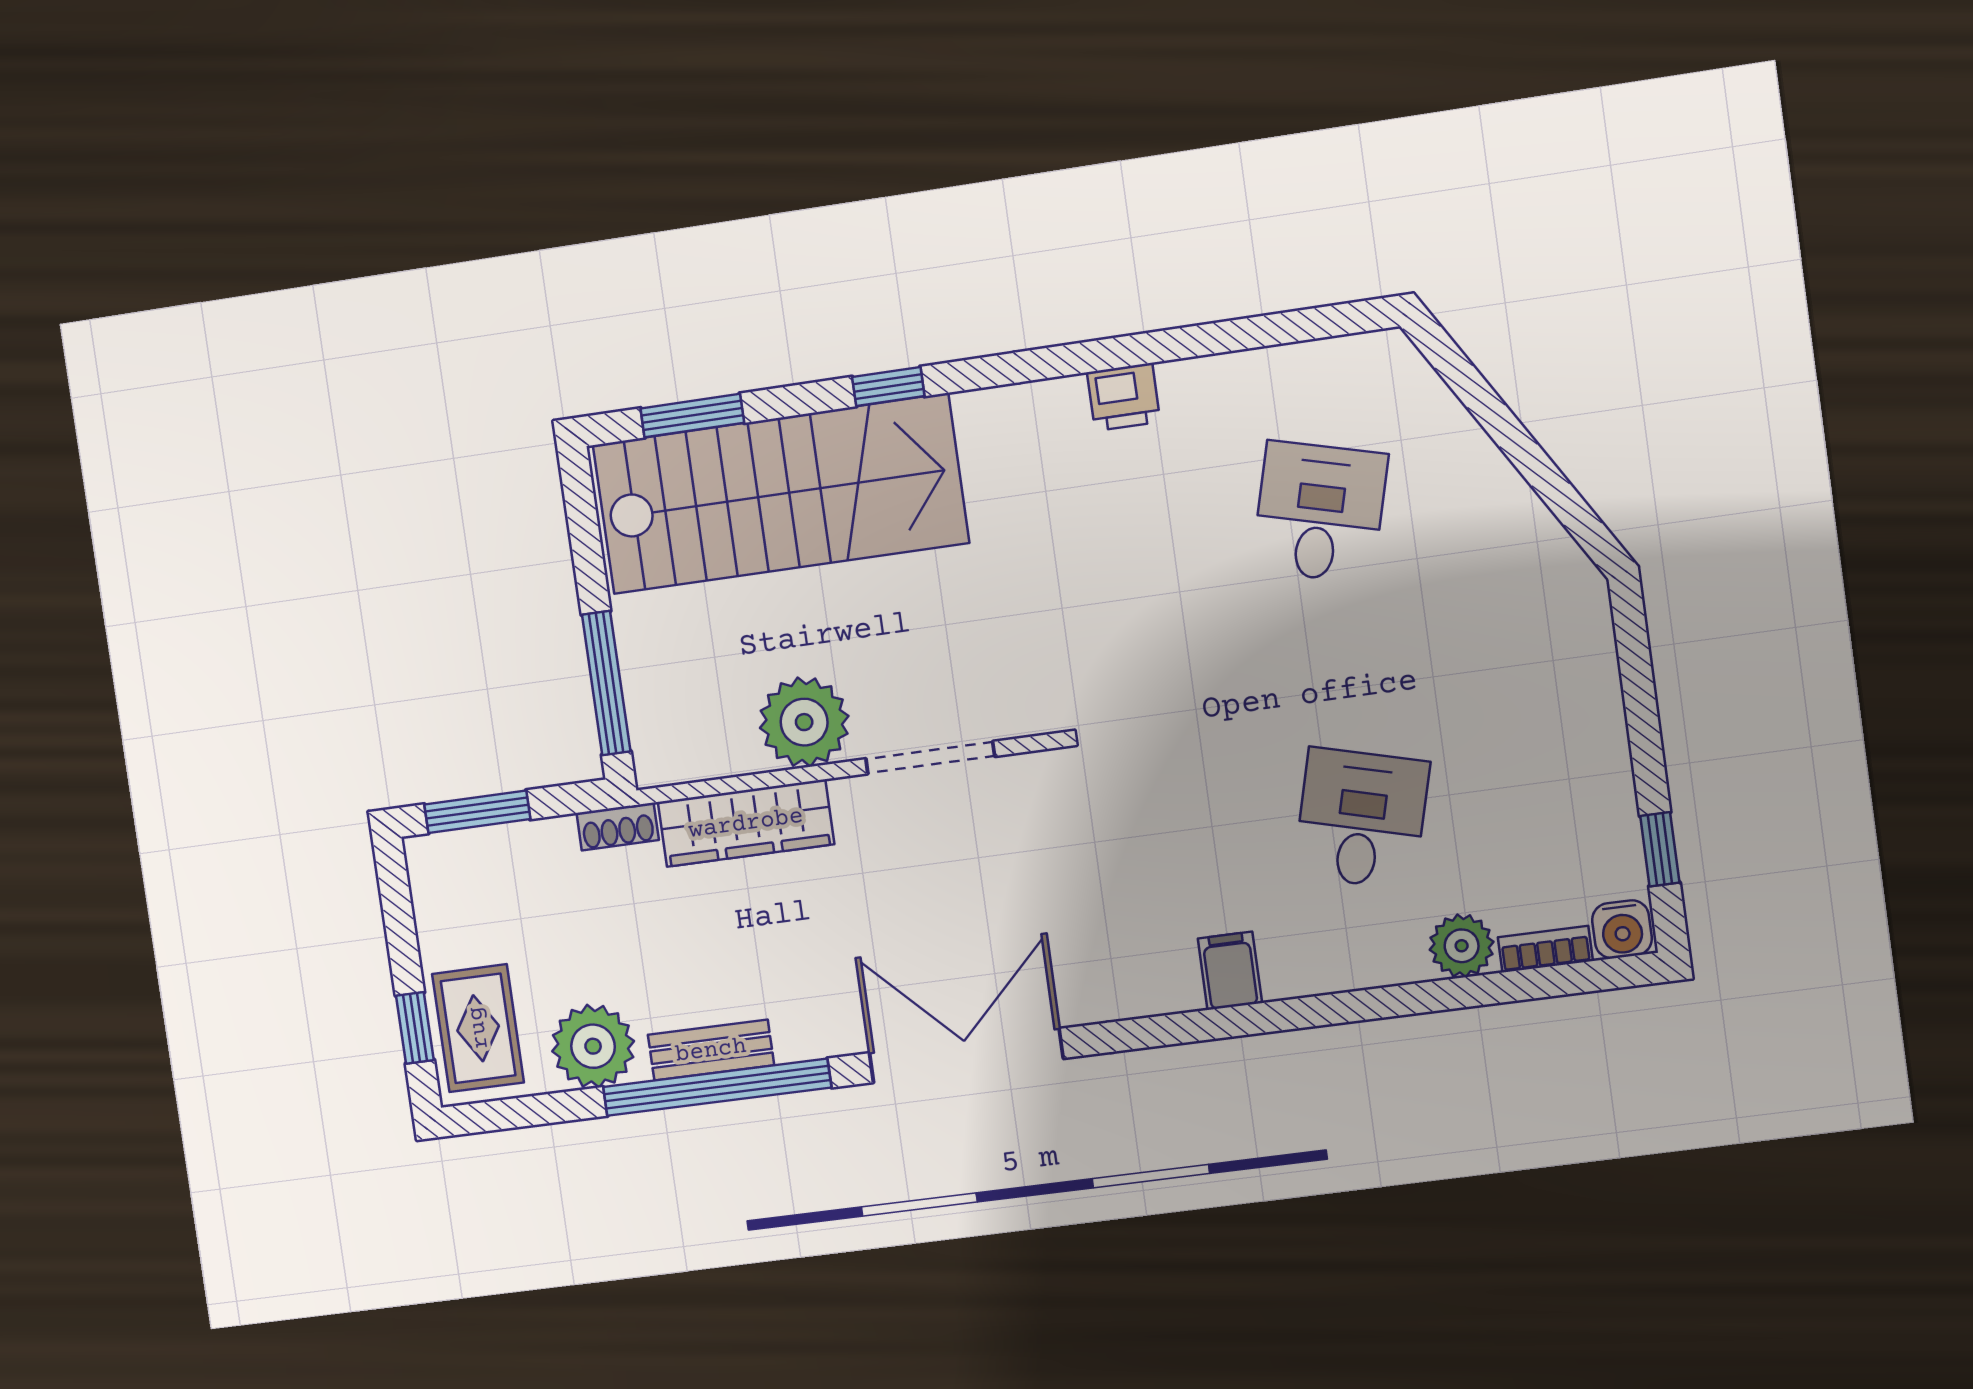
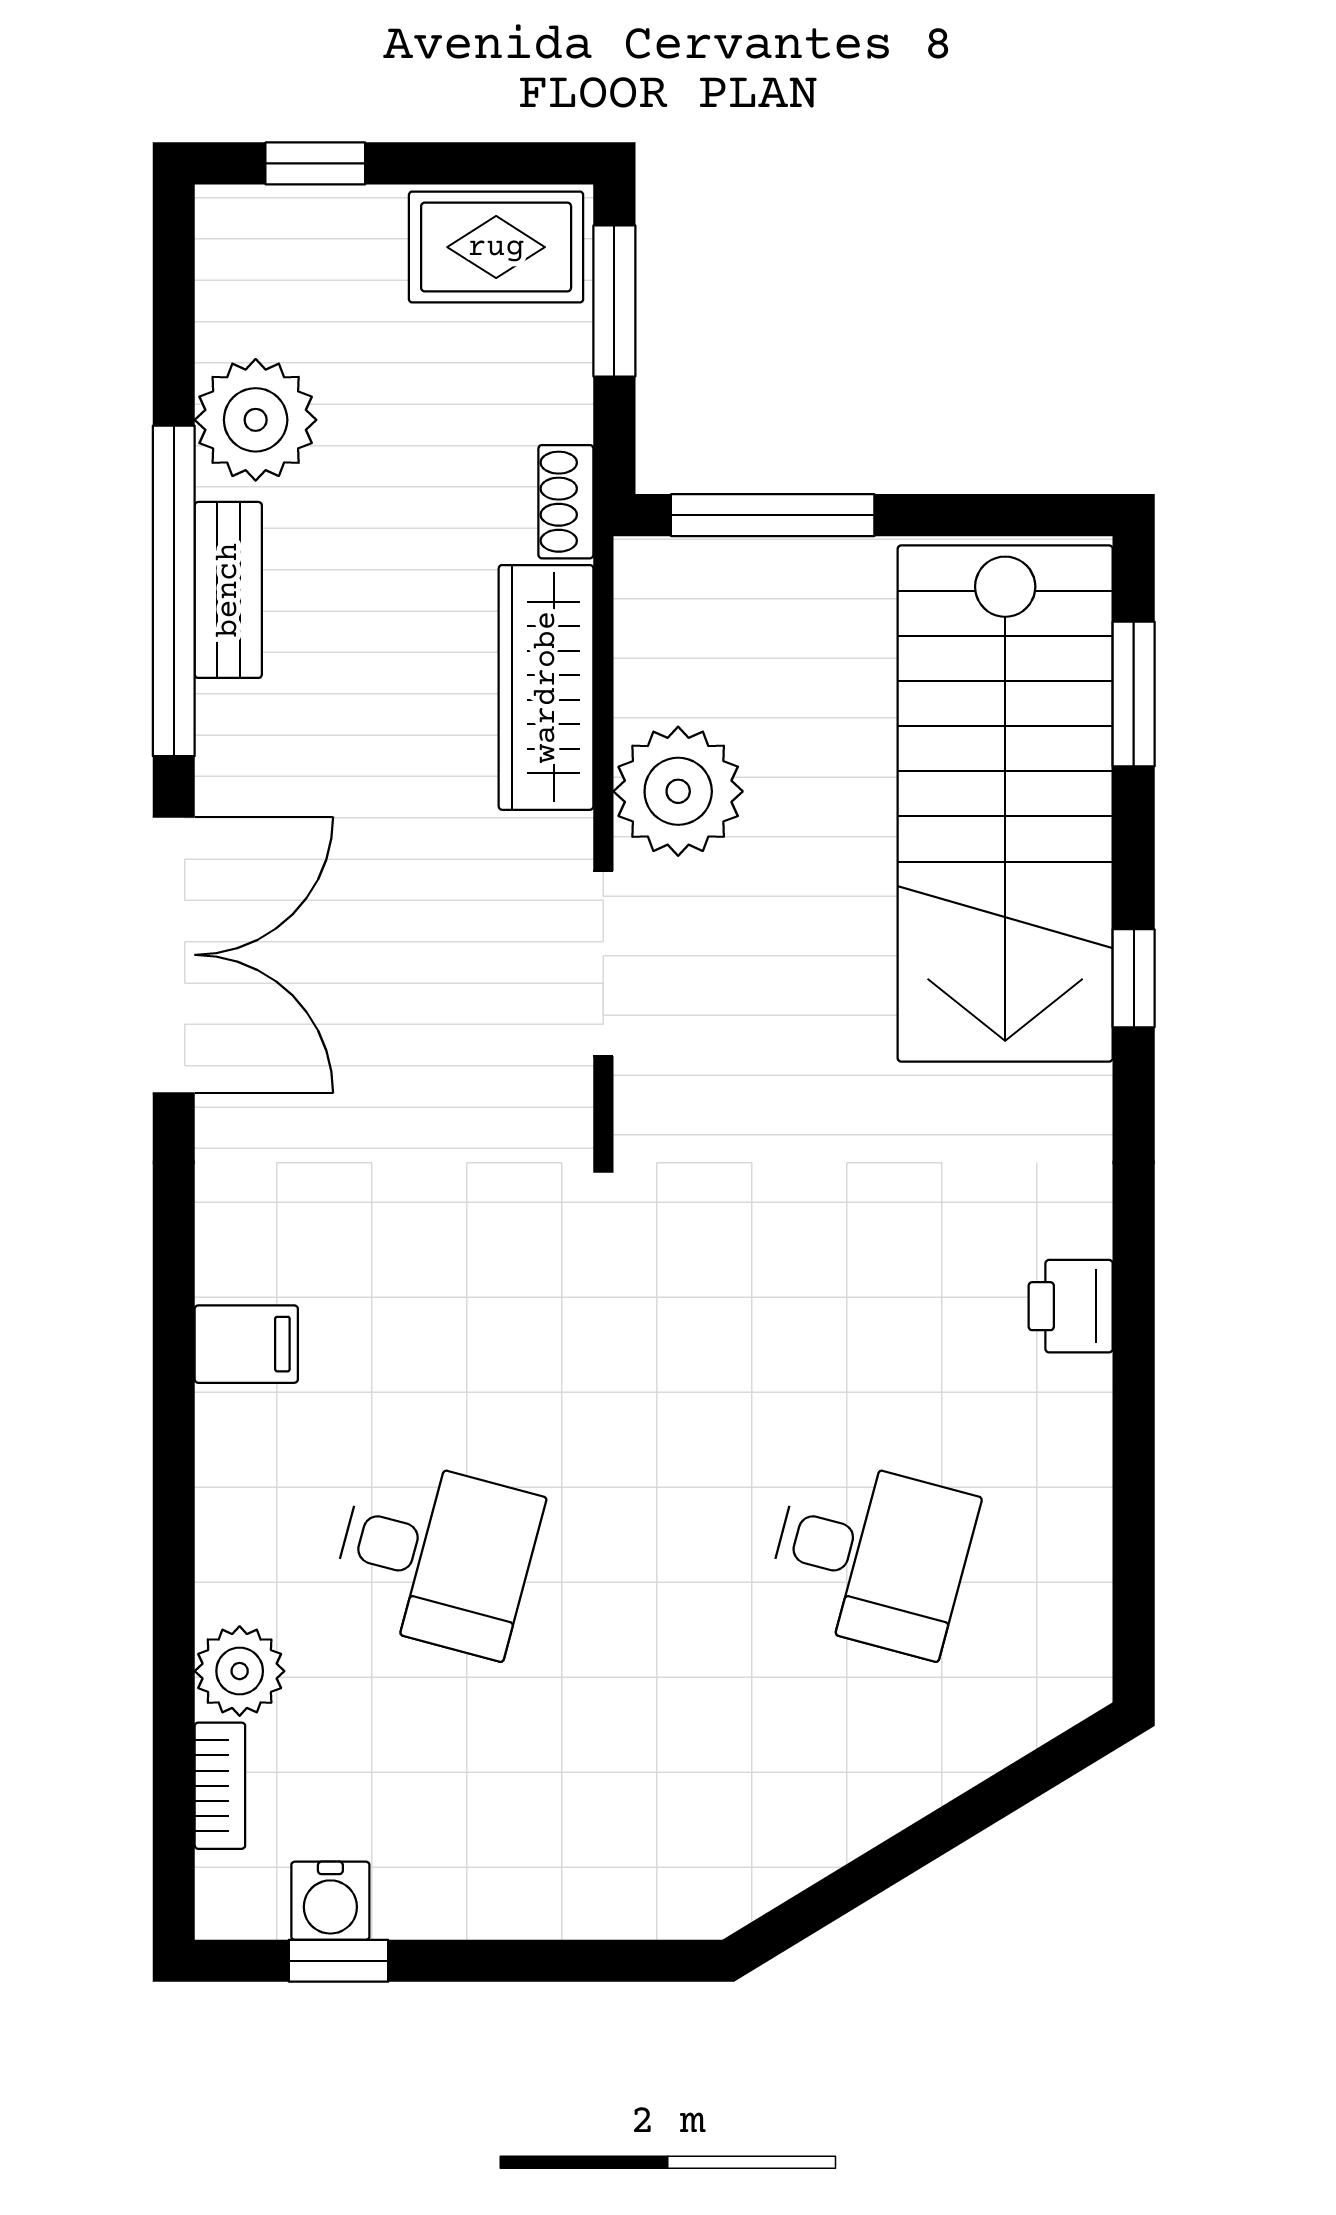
water cooler: (1622, 929) -> (330, 1901), moved, turned -90
rug: (478, 1028) -> (496, 247), moved

